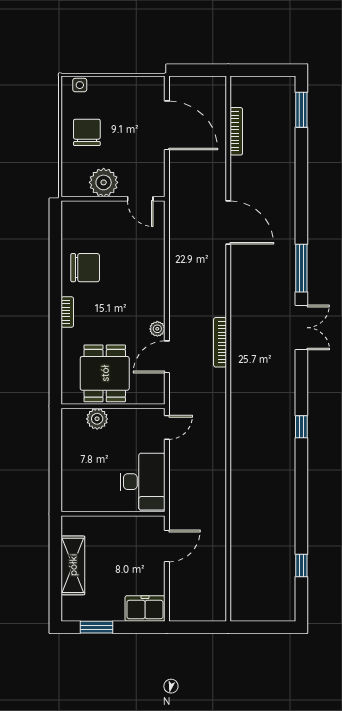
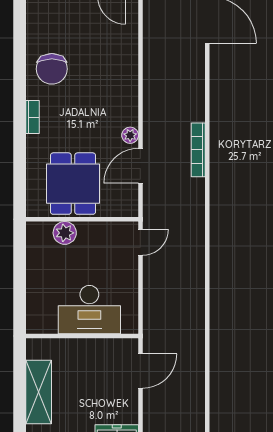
chair: (85, 268) -> (52, 69), turned 90
desk: (142, 482) -> (89, 310), moved, turned 90

